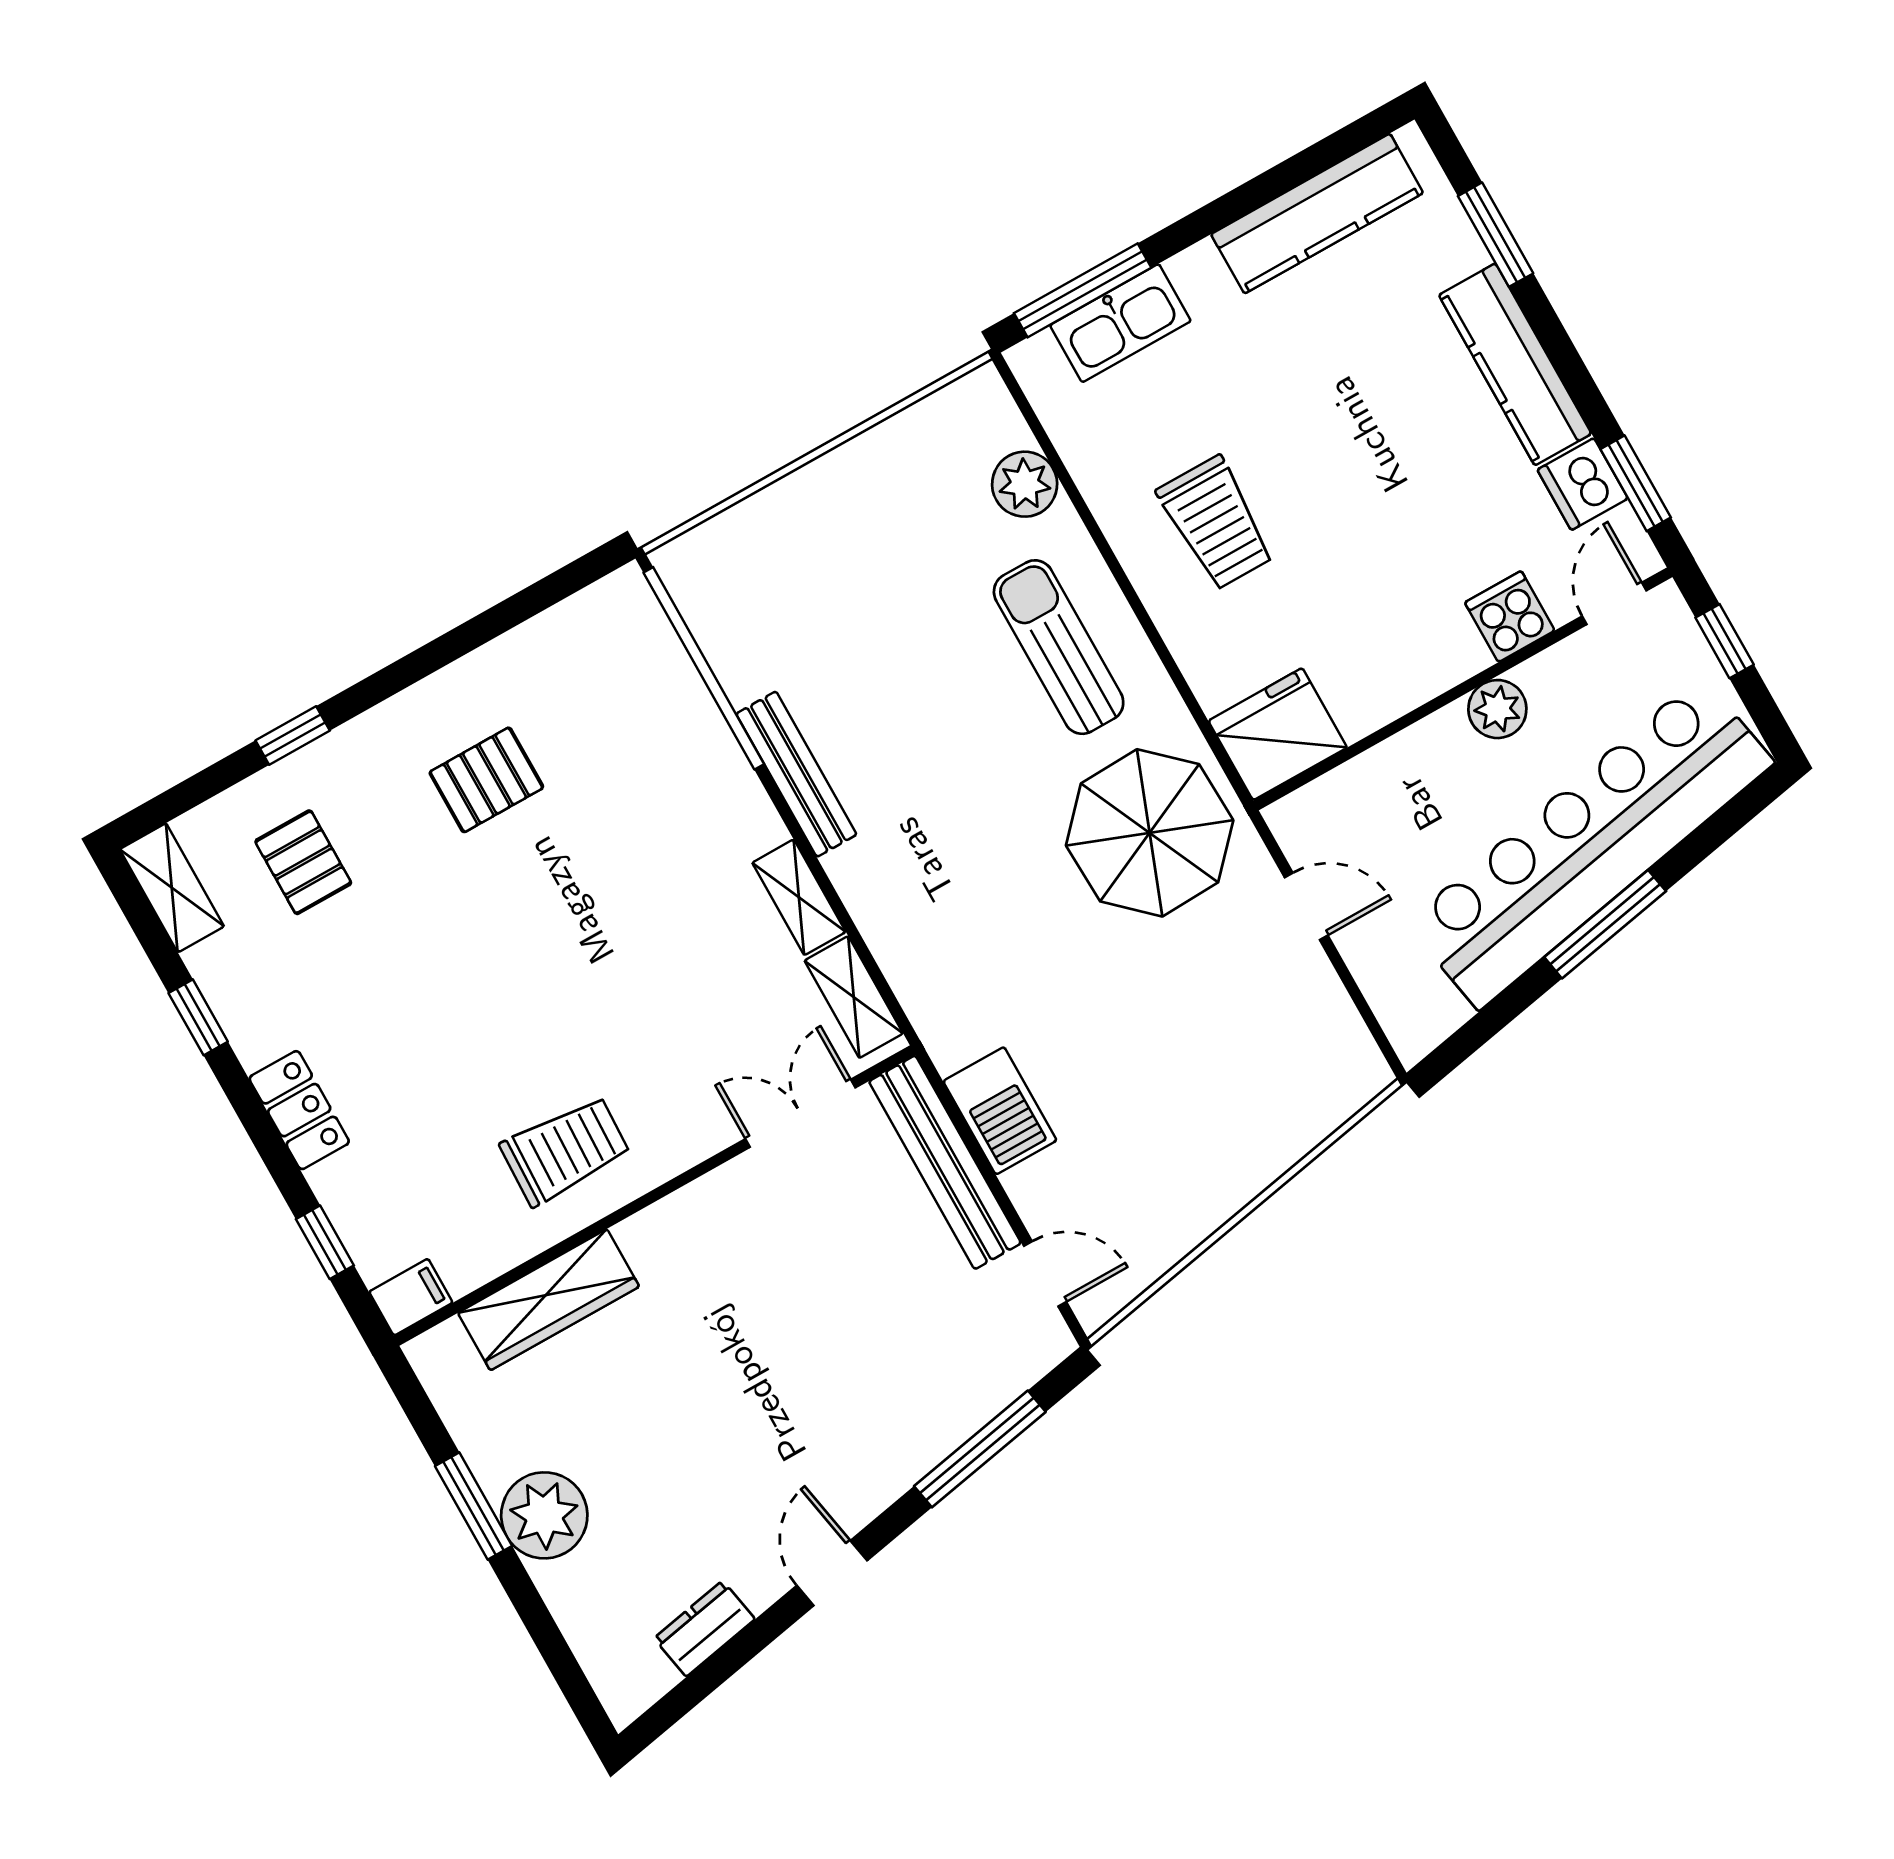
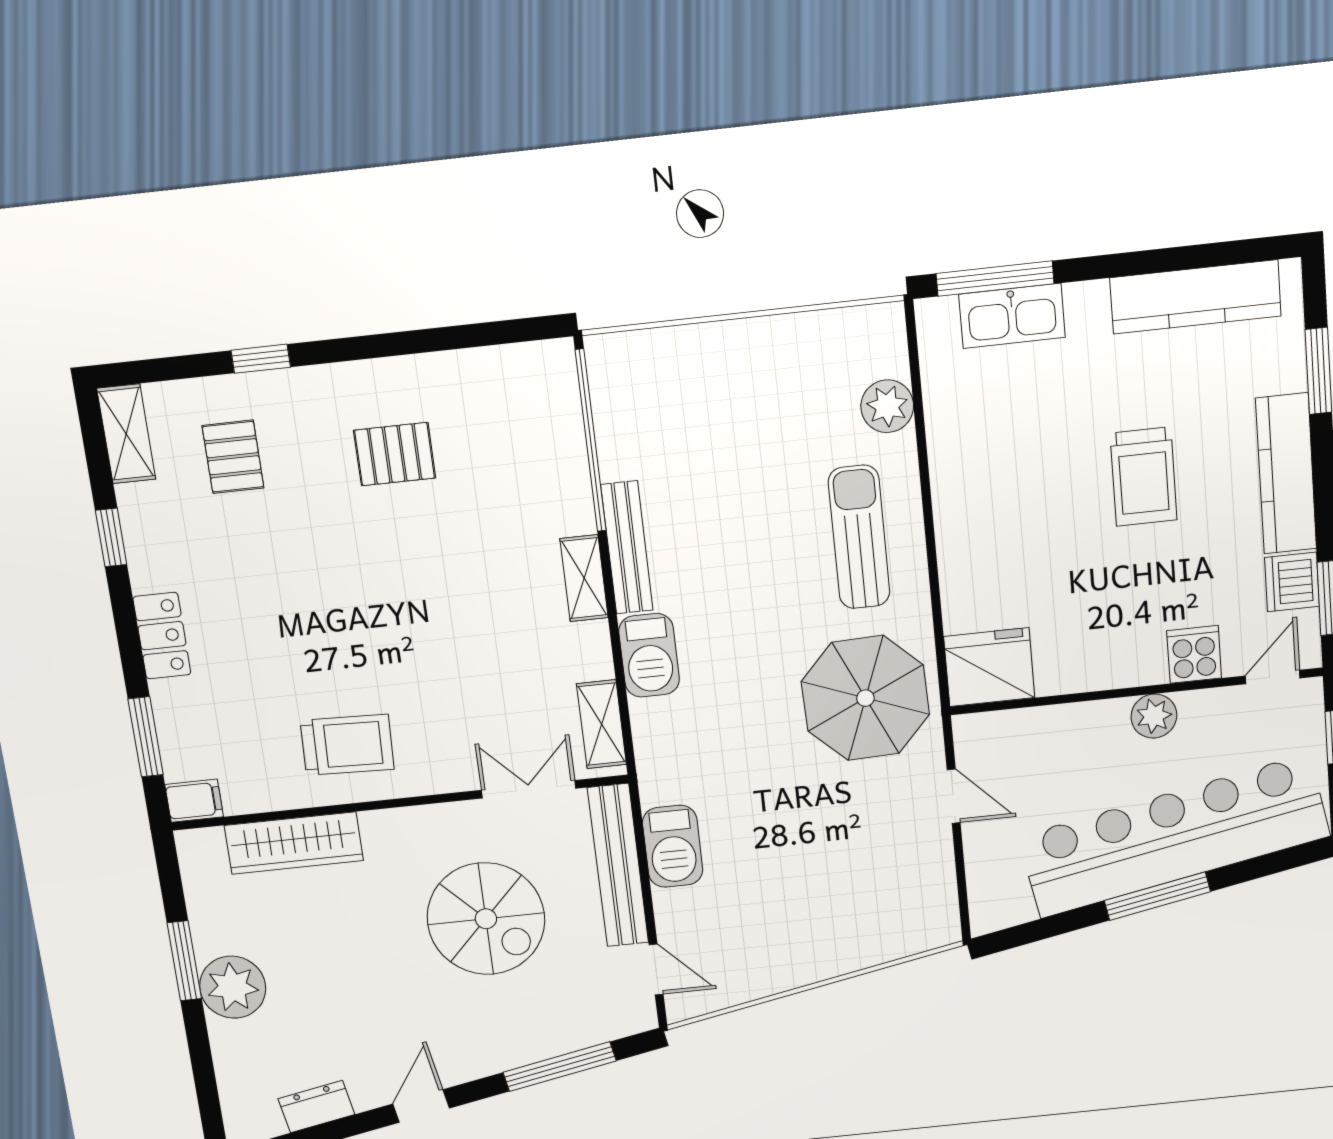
trolley: (1216, 523) -> (1144, 477), moved
barbecue: (875, 890) -> (649, 655), added
shelving: (799, 897) -> (584, 578), moved
window: (325, 1242) -> (146, 737), width x1.50
spiral stairs: (815, 1297) -> (486, 919), added

